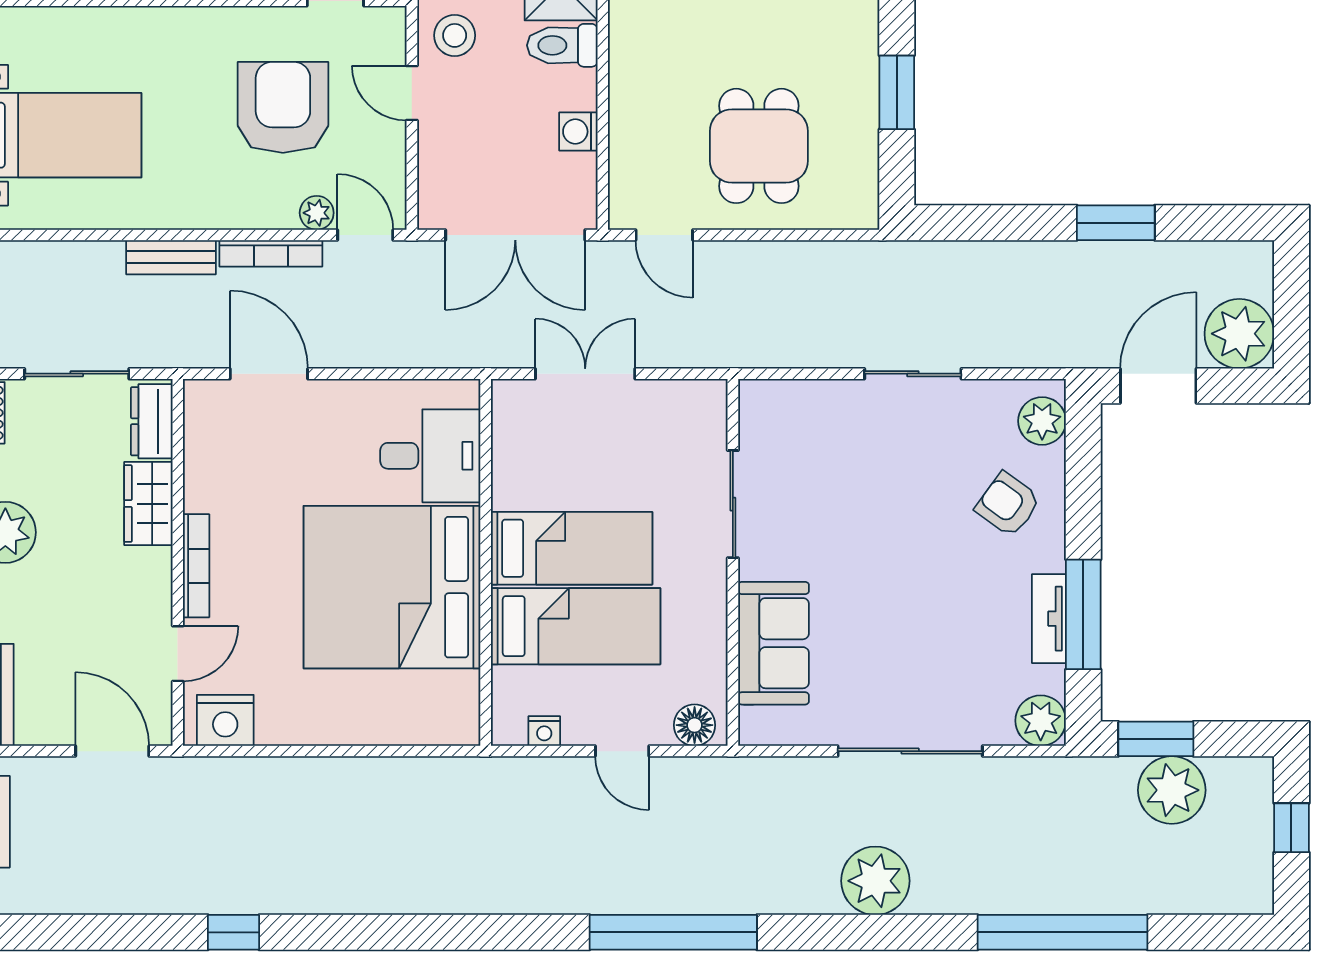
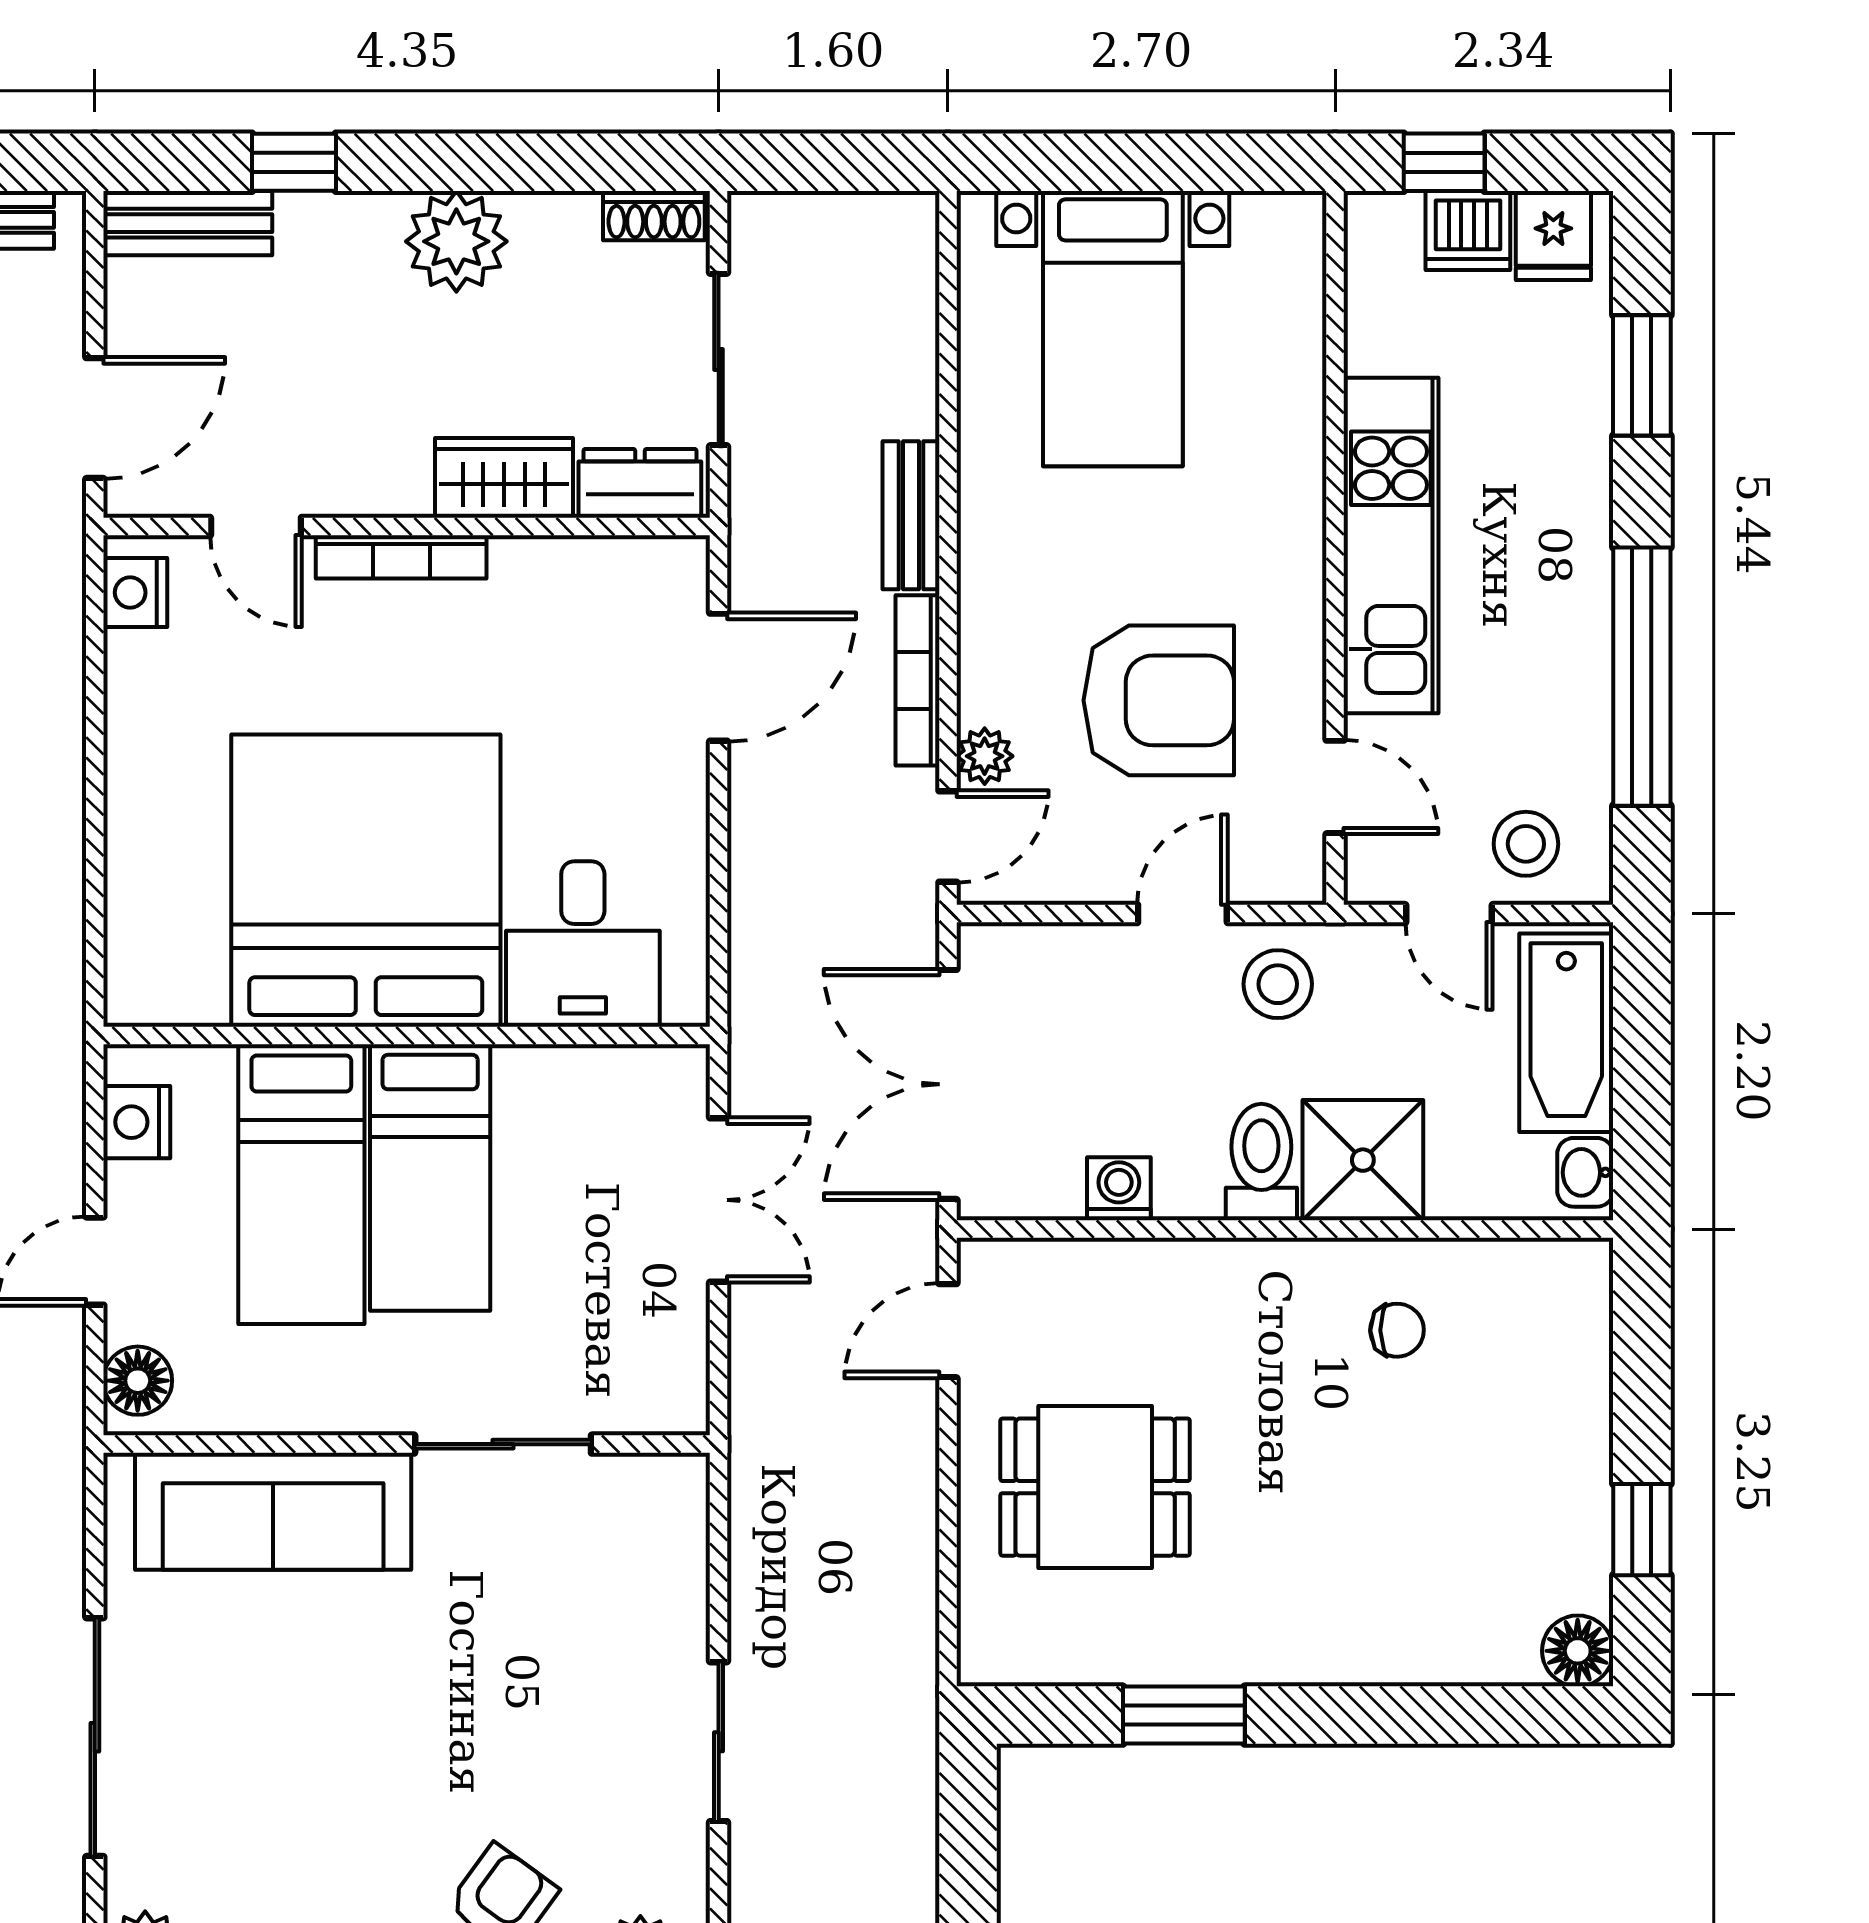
sofa: (774, 643) -> (273, 1511), width x1.36
nightstand: (225, 720) -> (135, 593), width x0.74, depth x0.75
nightstand: (544, 731) -> (137, 1122), width x1.39, depth x1.35

